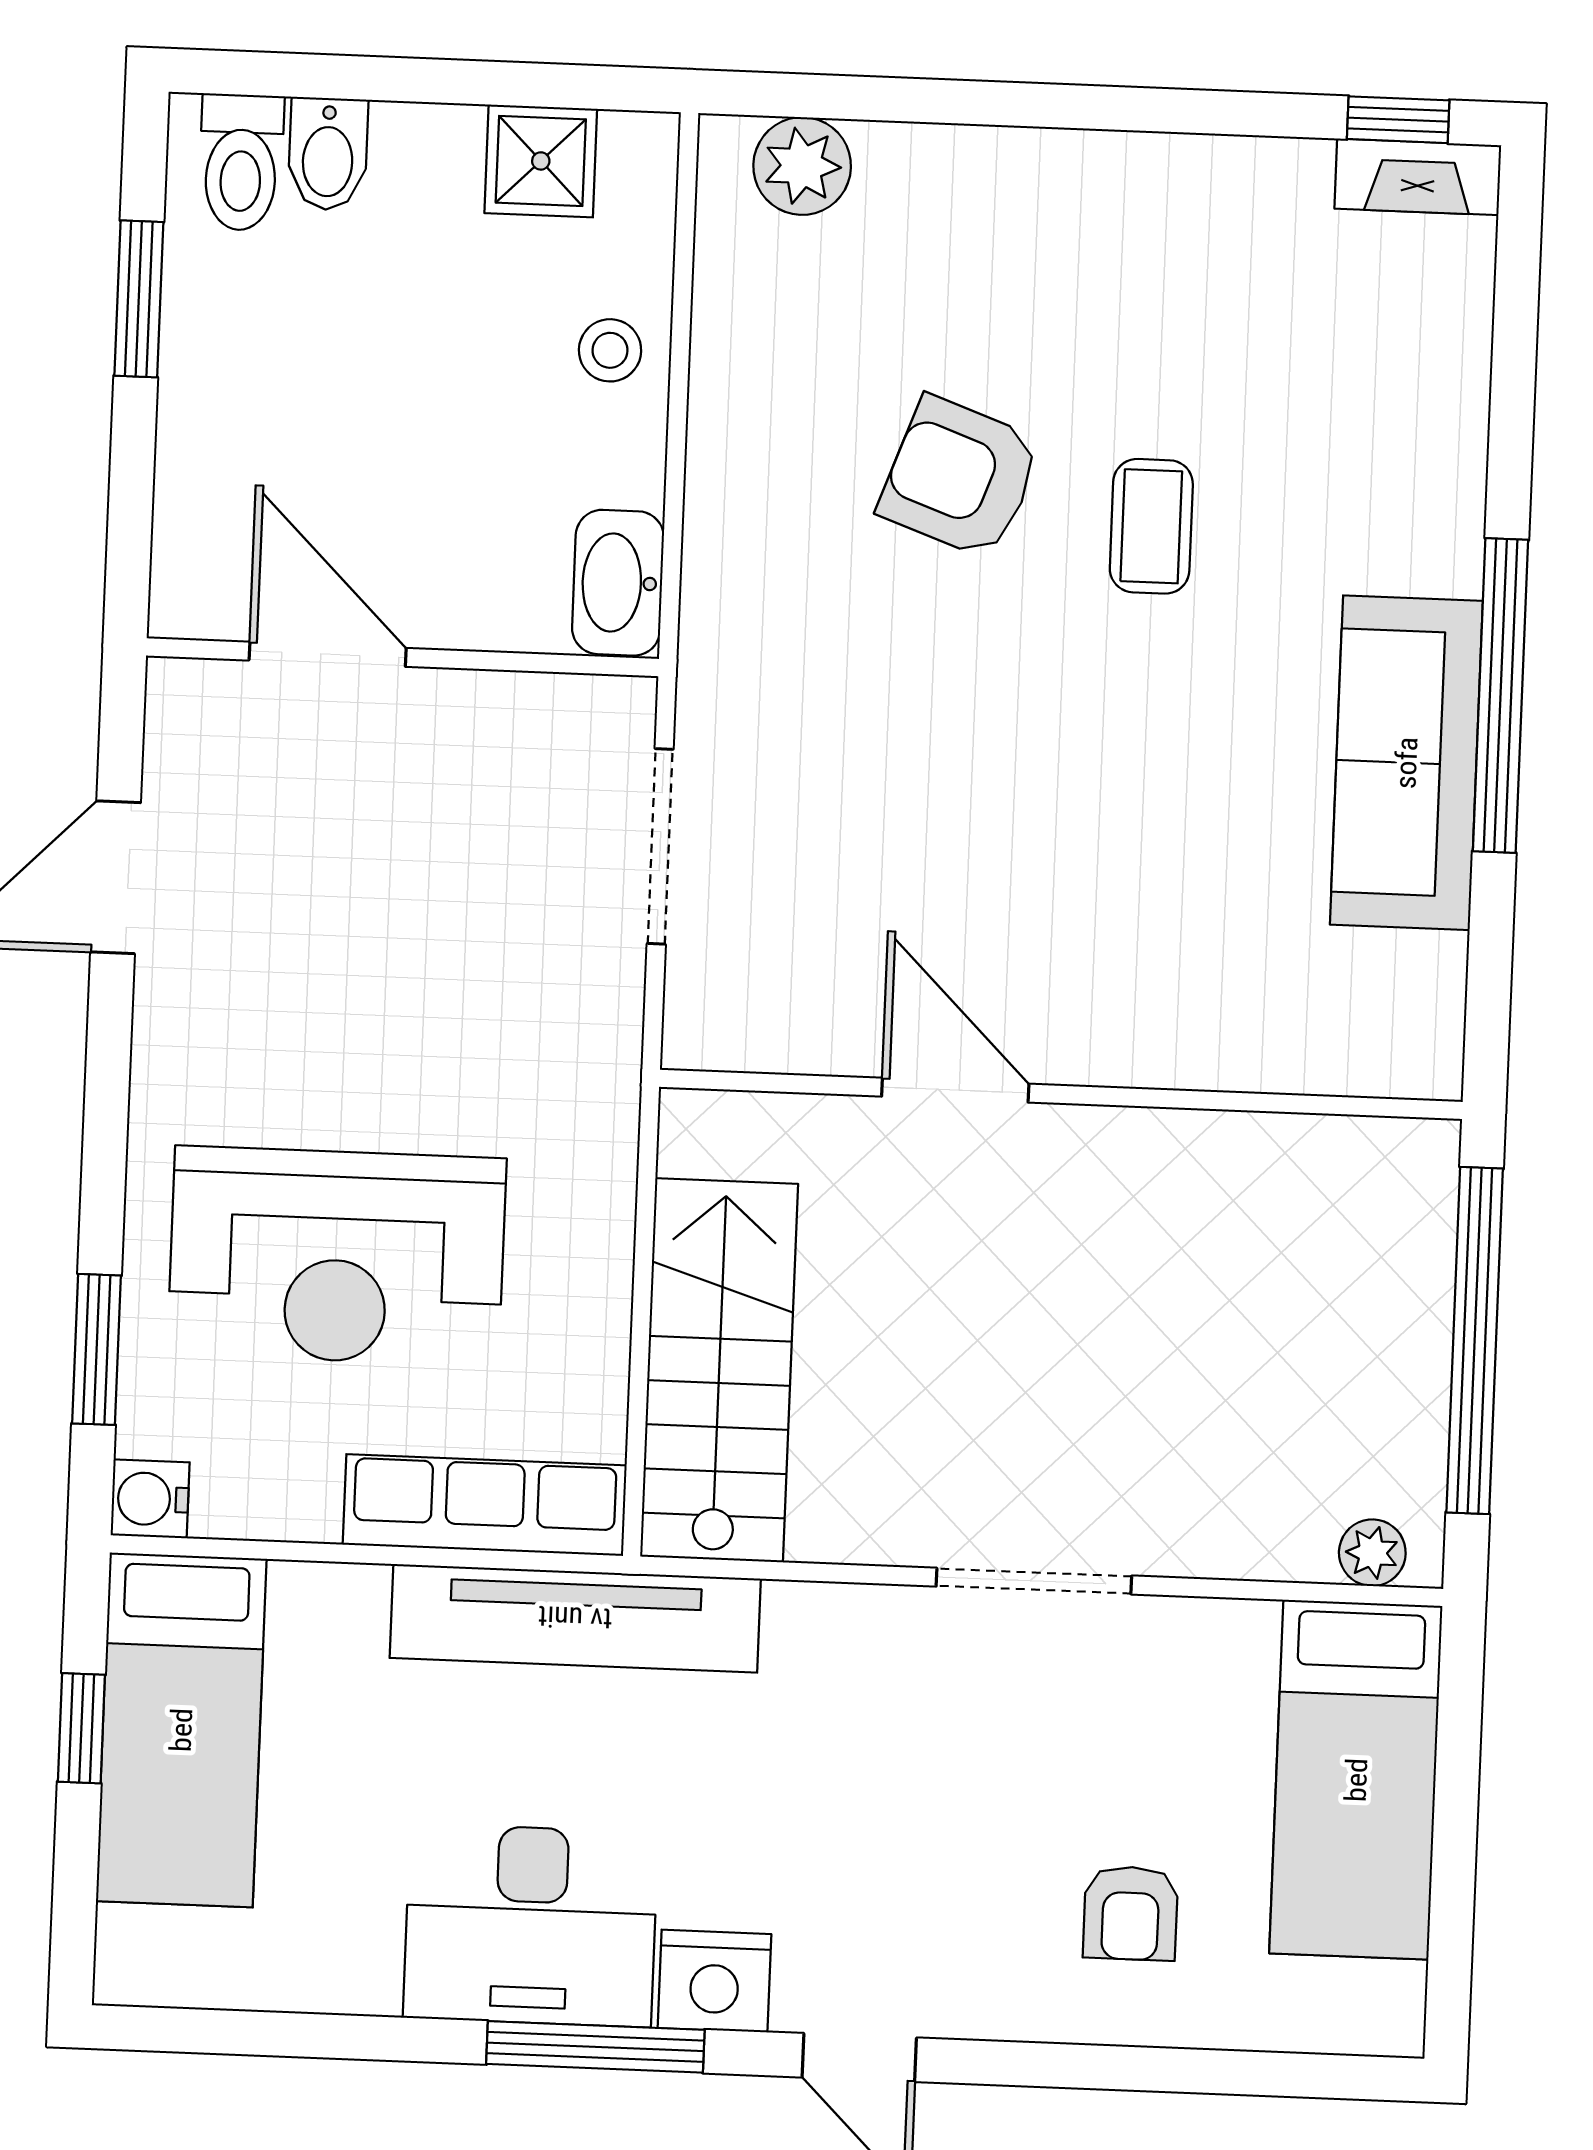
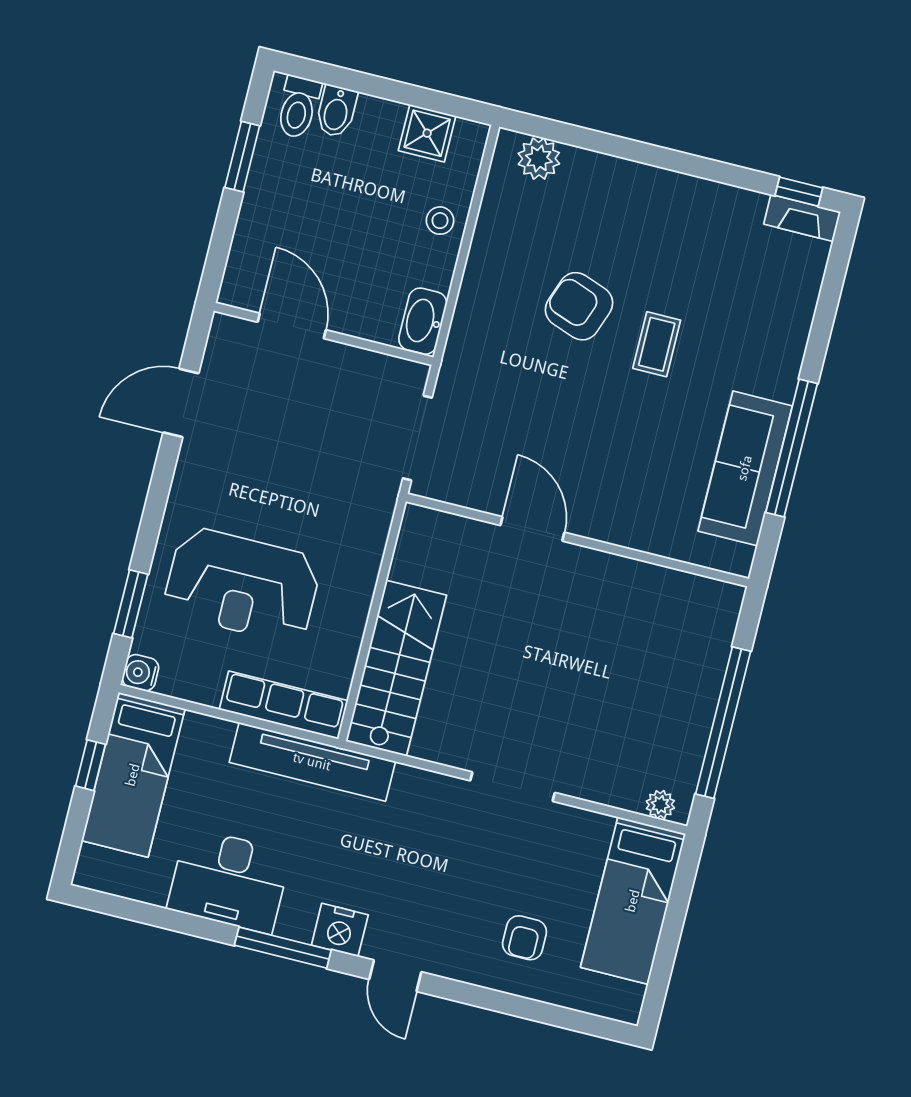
door: (955, 1090) -> (532, 529), moved
wall: (1061, 1094) -> (577, 540), moved
desk: (531, 1925) -> (229, 881), moved

